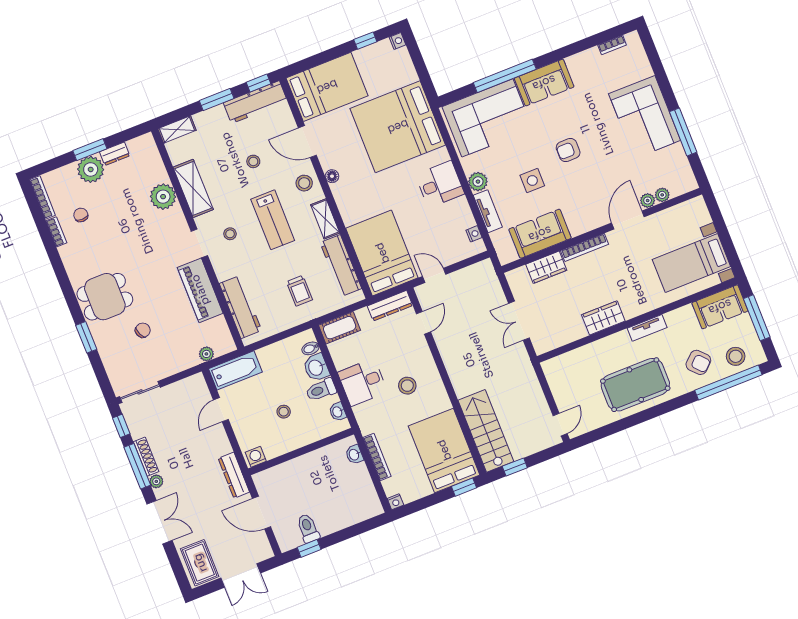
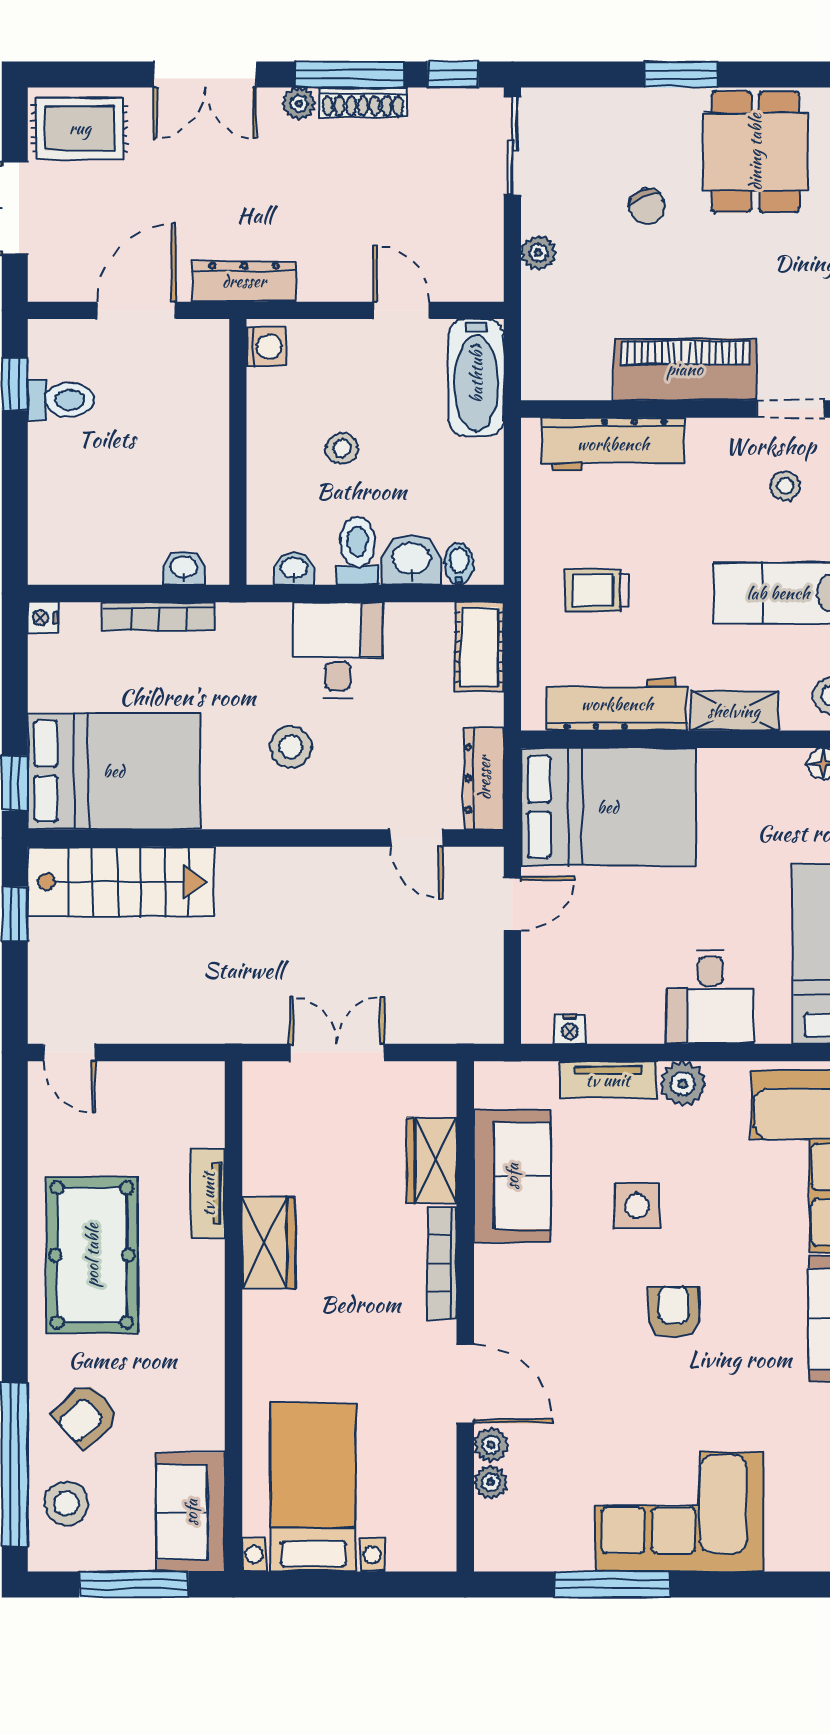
tv unit: (647, 328) -> (208, 1194), moved
plant: (206, 354) -> (538, 253), moved

